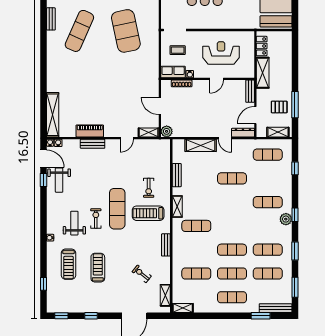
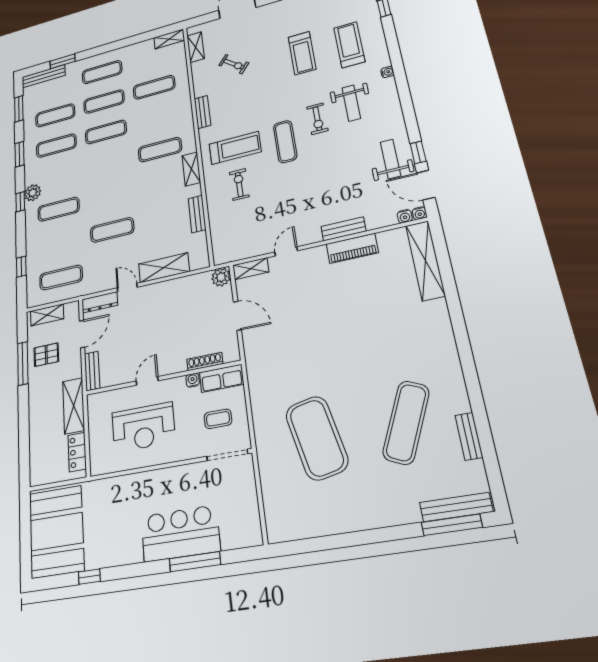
exercise mat: (117, 209) -> (285, 142), width x0.73, depth x0.69

